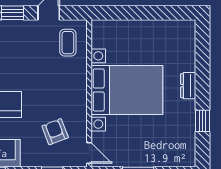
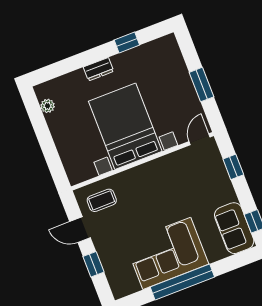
plant: (173, 26) -> (48, 106), added
armchair: (55, 132) -> (192, 180), removed

